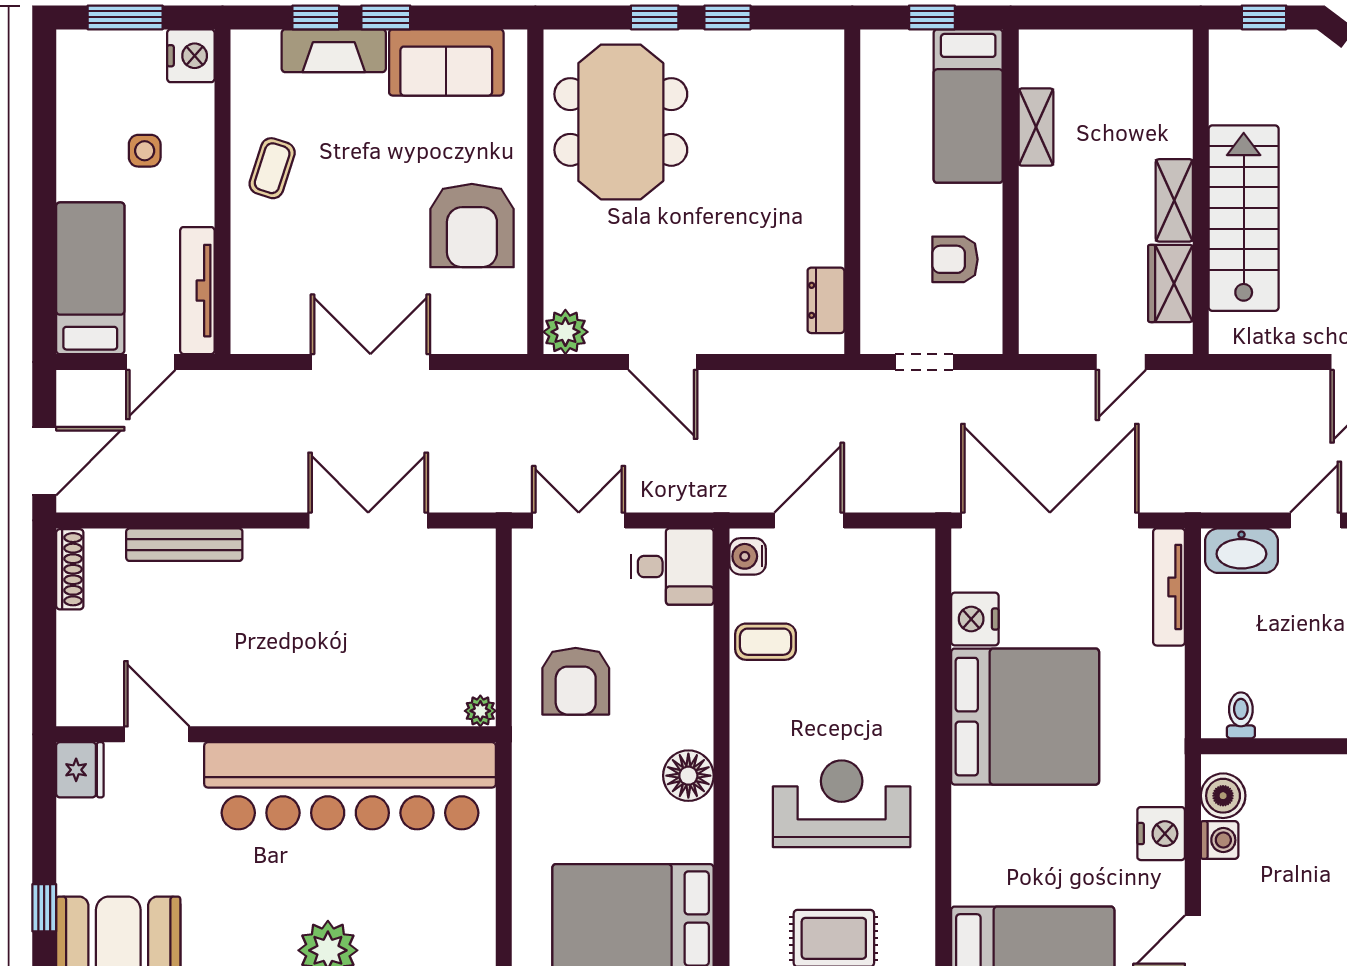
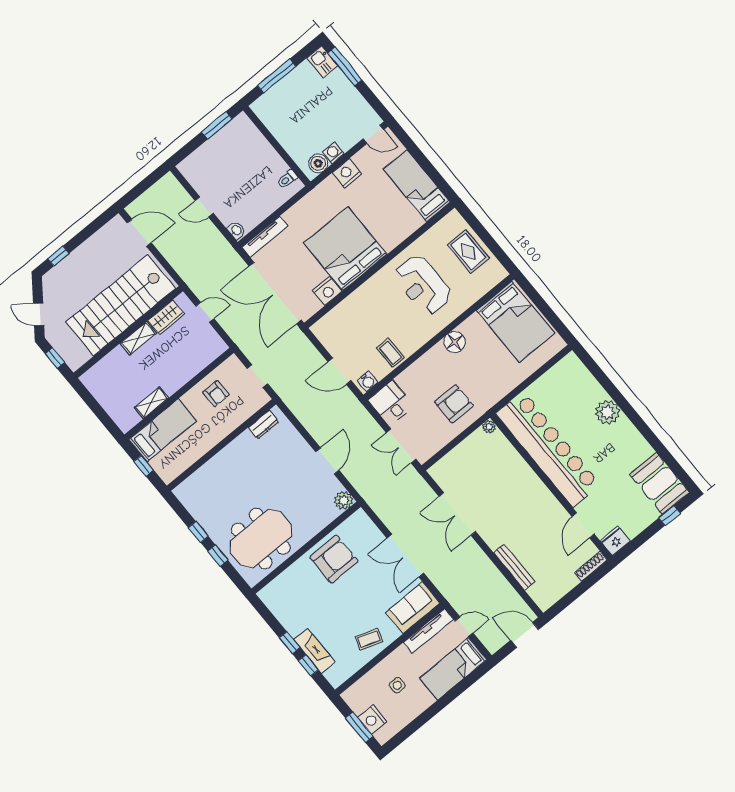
nightstand: (191, 56) -> (372, 720), moved, turned -90
sofa: (446, 62) -> (413, 608), moved, turned -90
stairs: (1244, 218) -> (121, 305), width x1.36, depth x1.51
washbasin: (1241, 551) -> (236, 230), width x0.52, depth x0.69
shoe rack: (70, 569) -> (591, 566), moved

